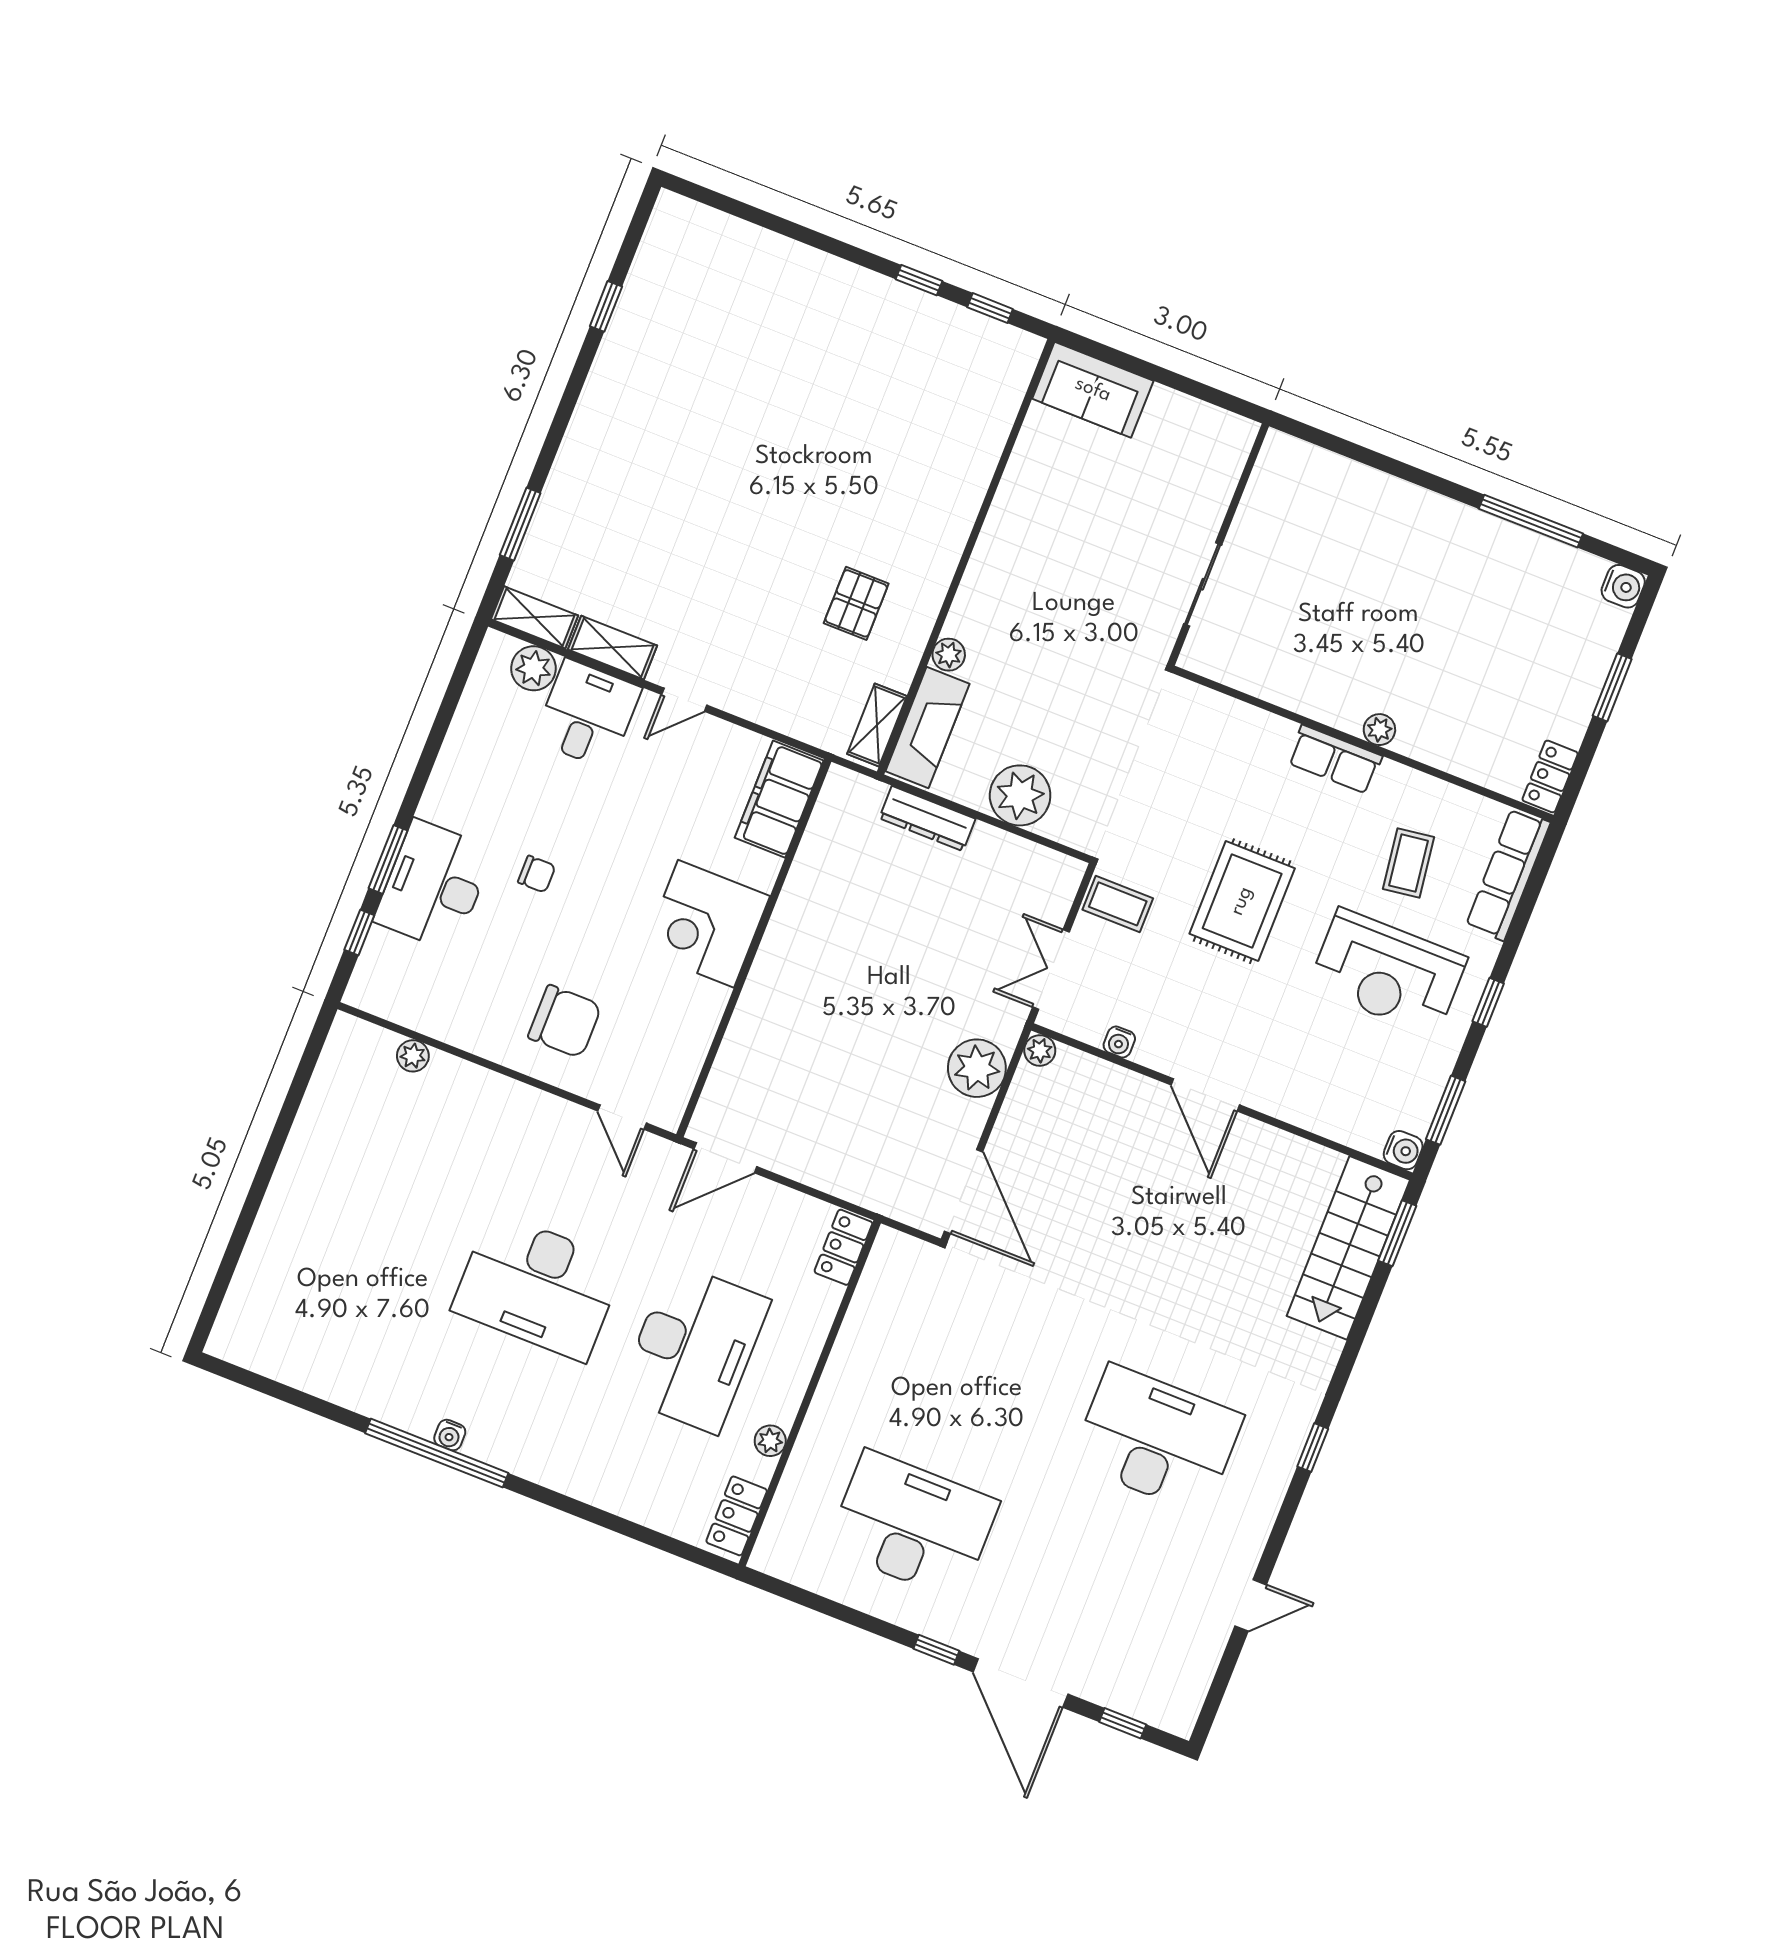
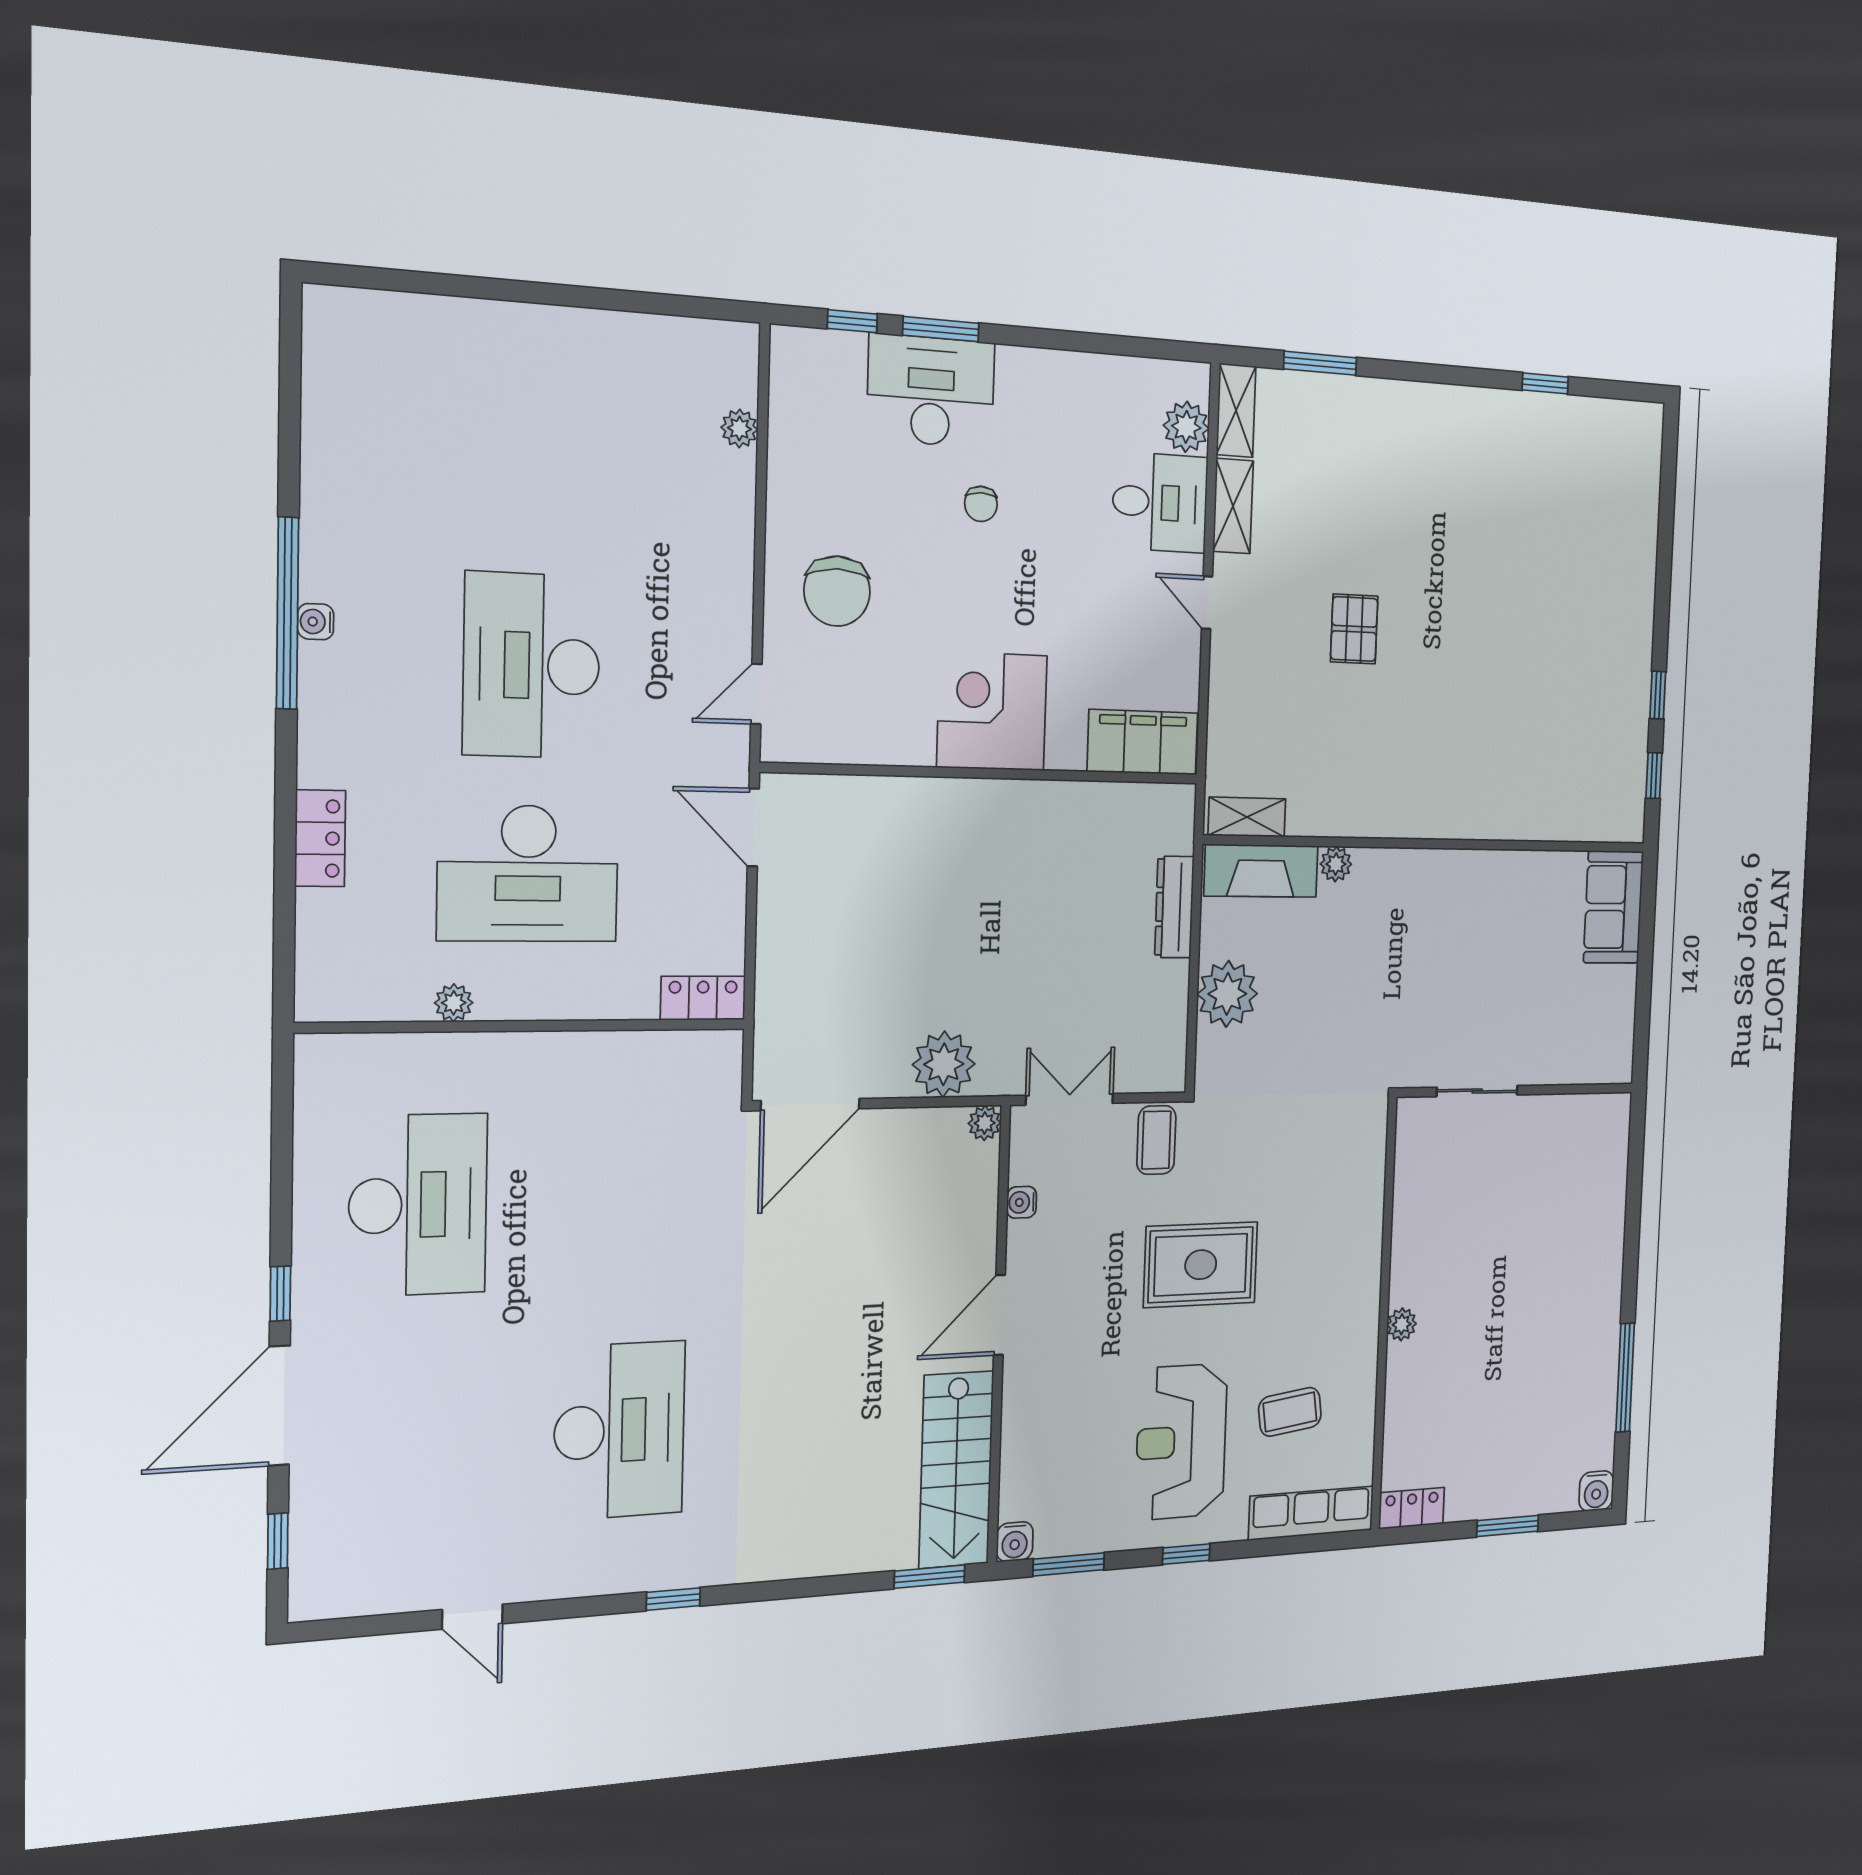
pallet: (856, 603) -> (1354, 629), moved, turned 90
row of seats: (1335, 759) -> (1361, 1294), removed
stairs: (1348, 1248) -> (956, 1470), moved, turned -90
locker: (737, 1516) -> (320, 838), moved, turned 90

